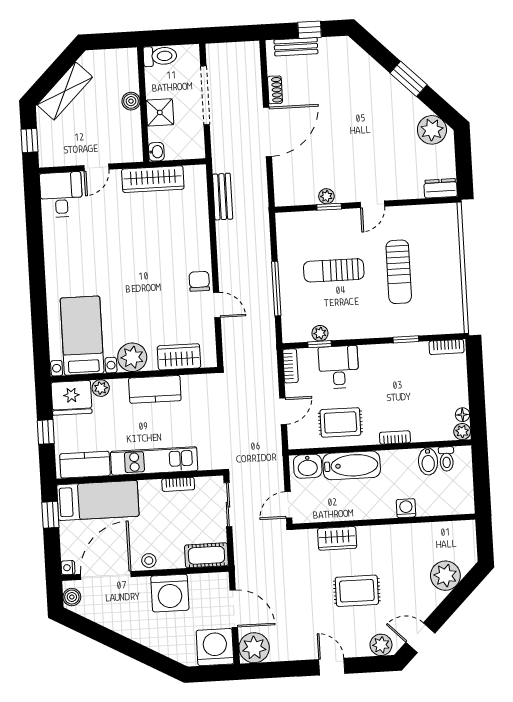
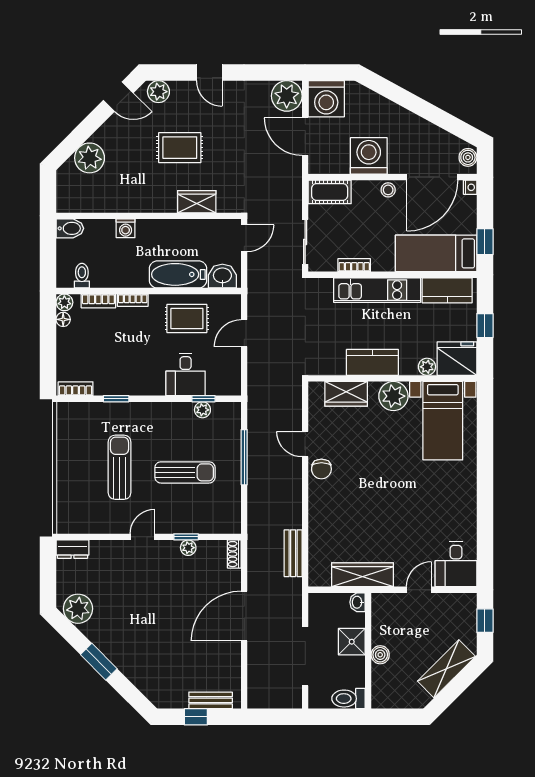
shoe rack: (275, 90) -> (234, 554), moved
bookcase: (290, 366) -> (98, 301), moved, turned -90
bidet: (428, 461) -> (70, 228), moved, turned 90

